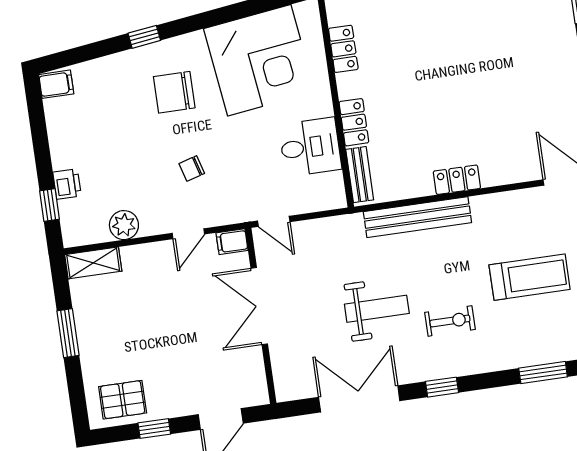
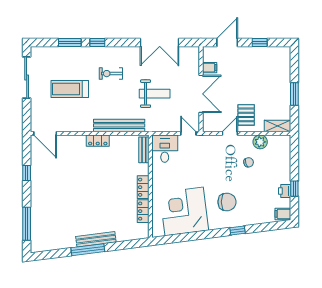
locker: (354, 122) -> (143, 187), moved
desk: (310, 147) -> (165, 149), moved, turned 90
chair: (192, 168) -> (249, 162), moved
printer: (67, 184) -> (285, 191), moved
window: (50, 205) -> (294, 189), moved
filing cabinet: (232, 242) -> (210, 68), moved
weight bench: (377, 309) -> (155, 94), moved, turned 180
window: (442, 387) -> (97, 42), moved
pallet: (123, 400) -> (246, 115), moved, turned 90

